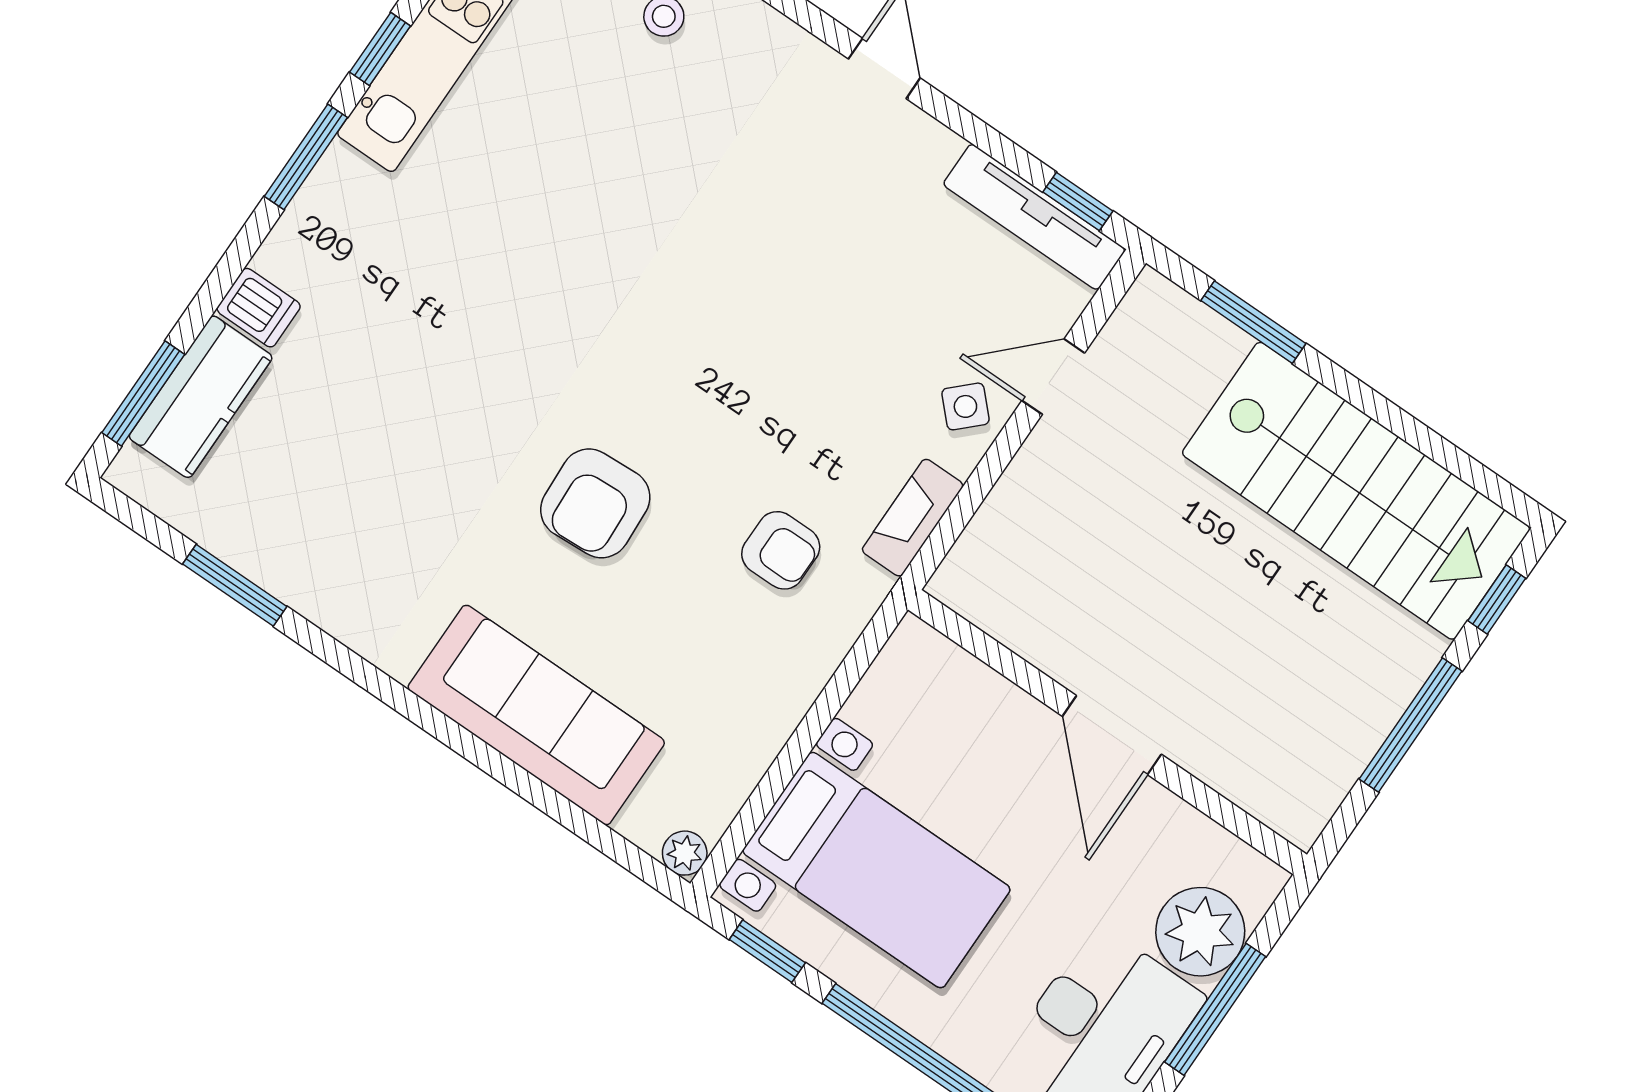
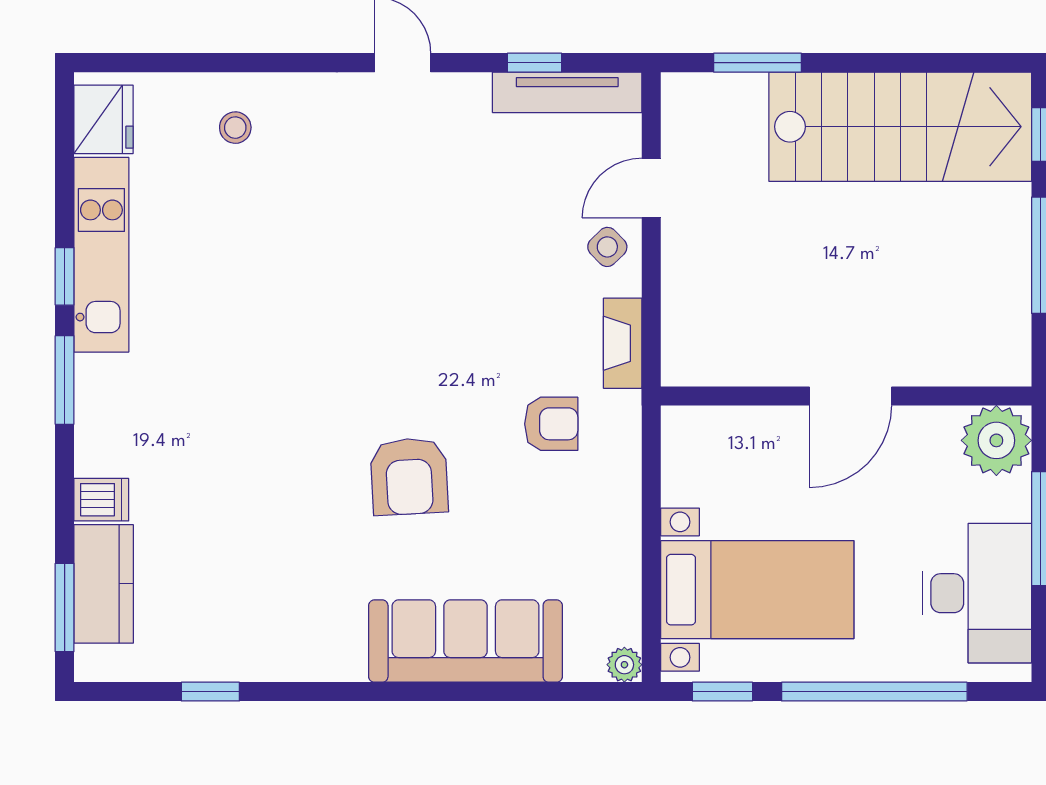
window: (1078, 201) -> (534, 63), moved
window: (235, 585) -> (210, 692), width x0.67
door: (1112, 735) -> (851, 396), hinge flipped
plant: (1200, 932) -> (996, 440), moved

